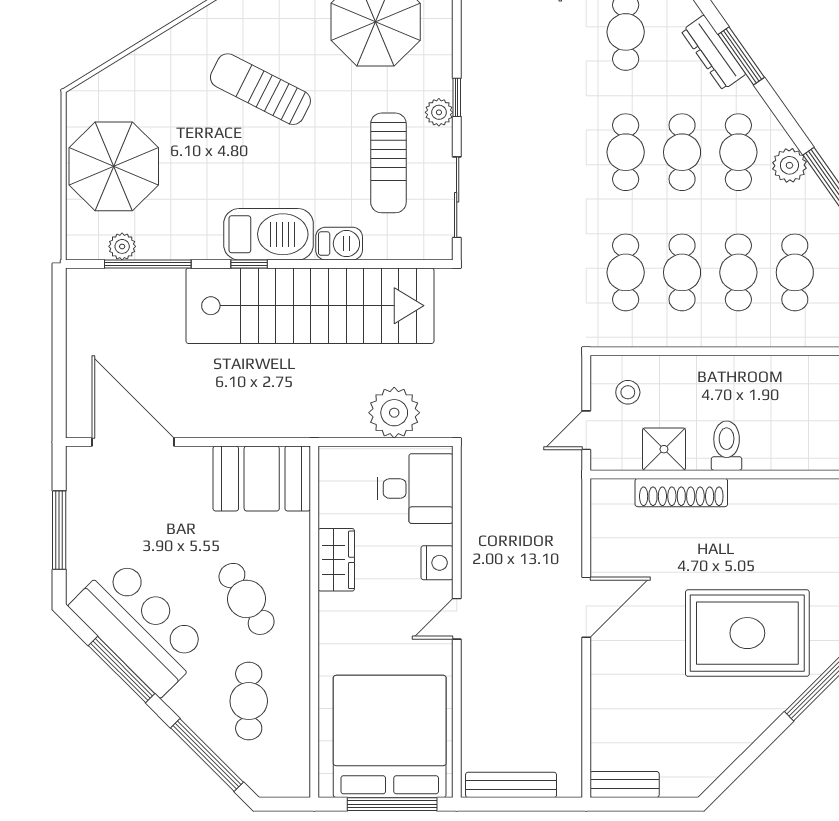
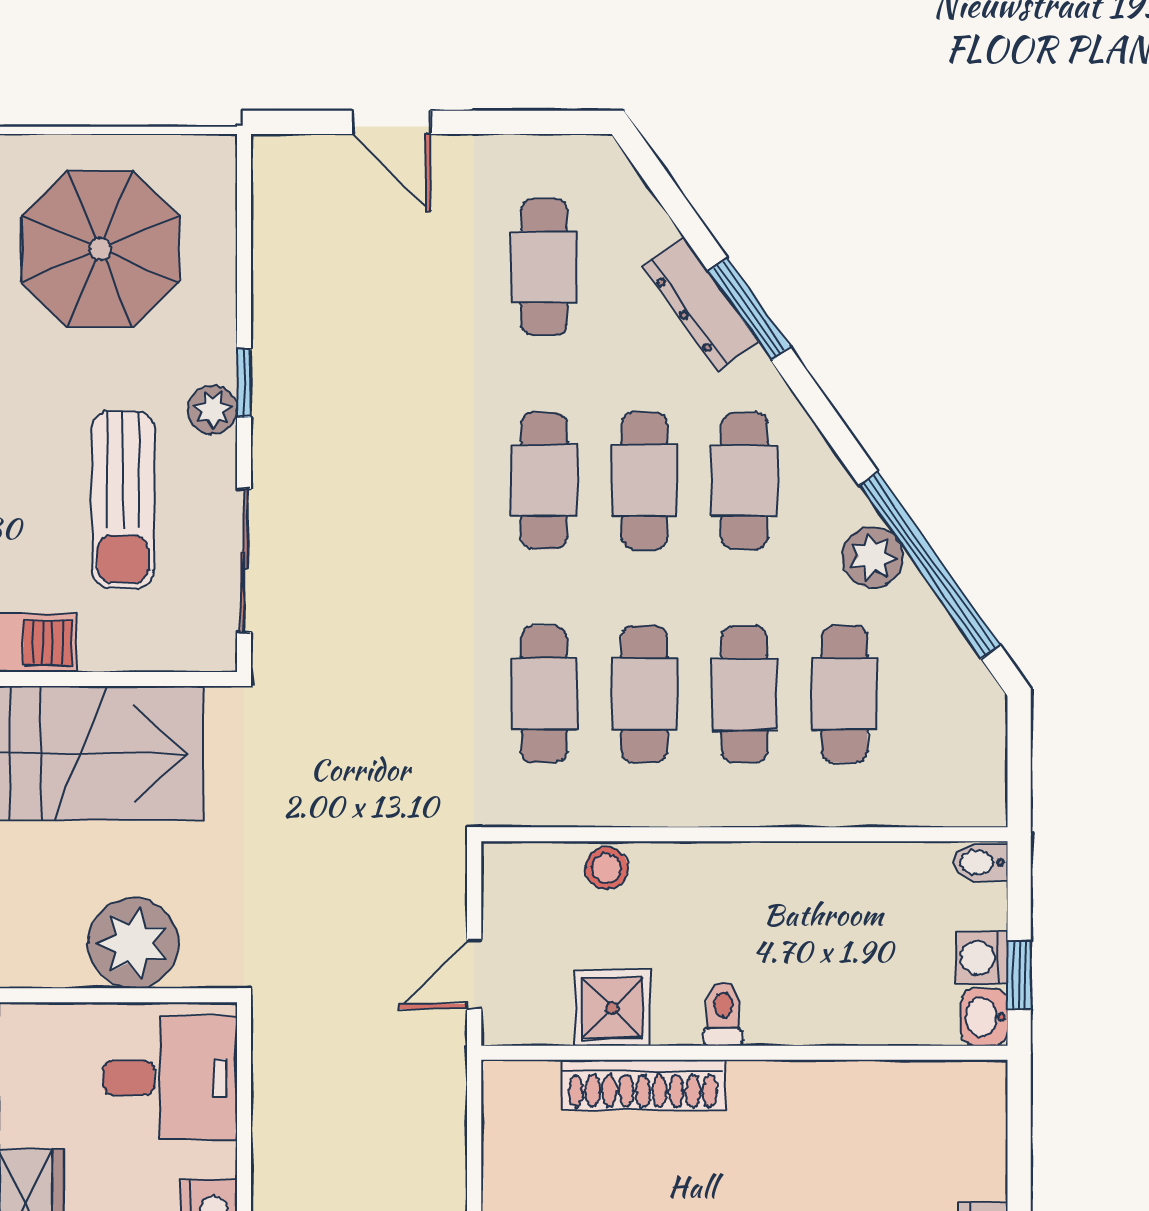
plant: (789, 165) -> (873, 557), moved
stool: (628, 392) -> (606, 868), moved
toilet: (727, 446) -> (723, 1014), width x0.73, depth x0.72

